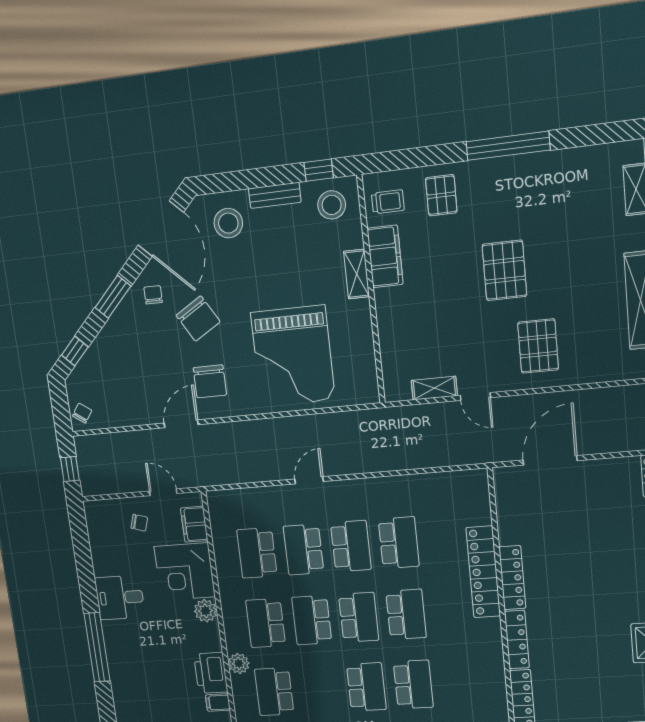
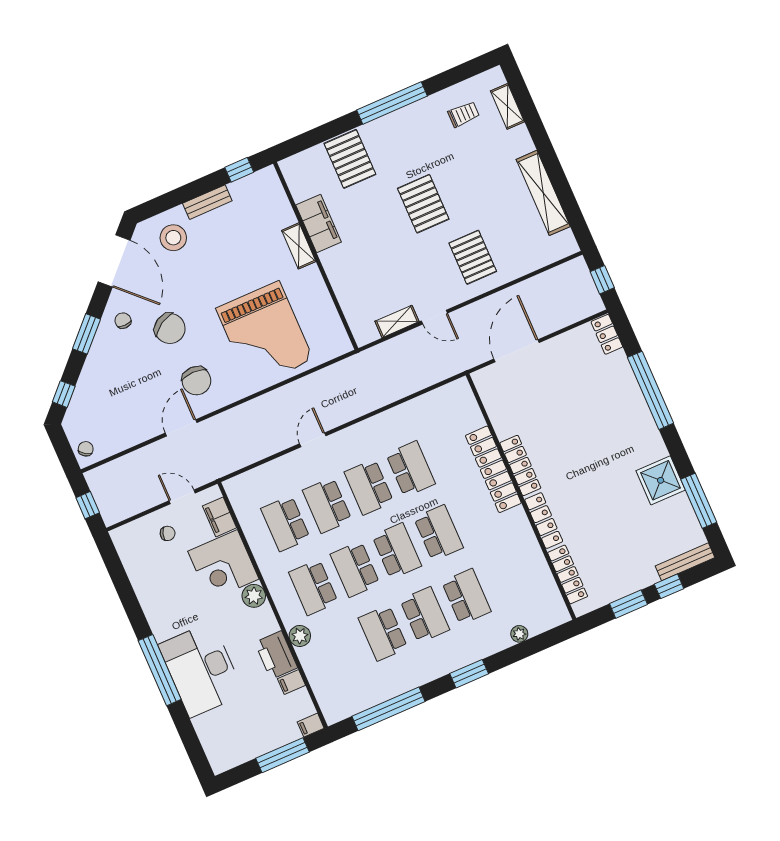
pallet: (441, 195) -> (350, 159), width x1.50, depth x1.42
trolley: (388, 202) -> (464, 114), moved
stool: (332, 205) -> (259, 195), removed
school desk: (351, 546) -> (369, 487), turned 180
desk: (120, 598) -> (201, 670), moved, width x1.87, depth x1.30
school desk: (274, 692) -> (383, 633), moved

